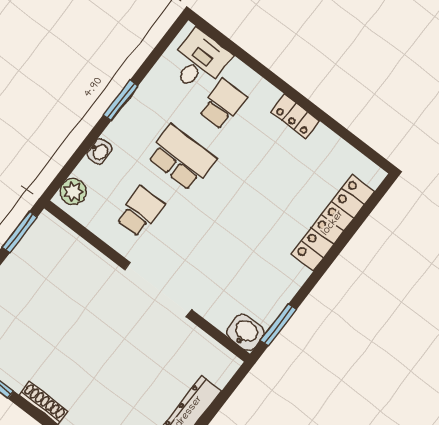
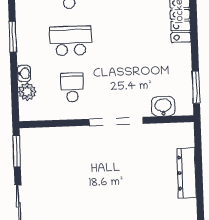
plant: (73, 192) -> (27, 92), moved
washbasin: (245, 332) -> (163, 106), moved

